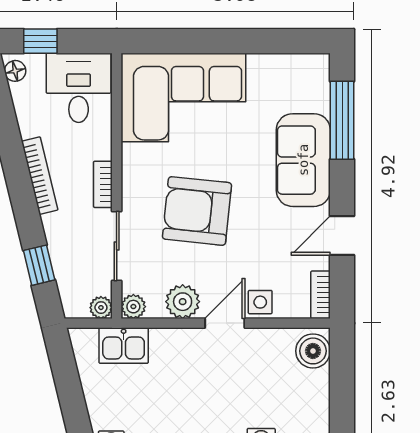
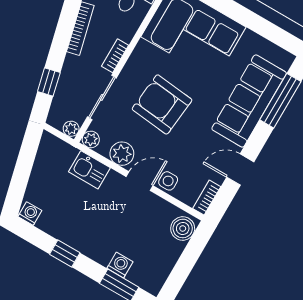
sofa: (303, 160) -> (249, 101), width x1.36
kitchen sink: (124, 346) -> (89, 170), moved

